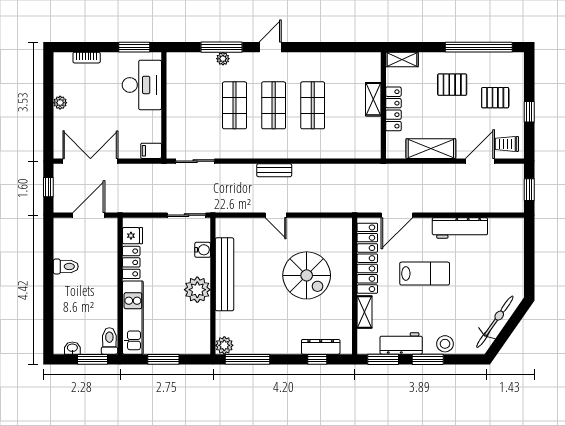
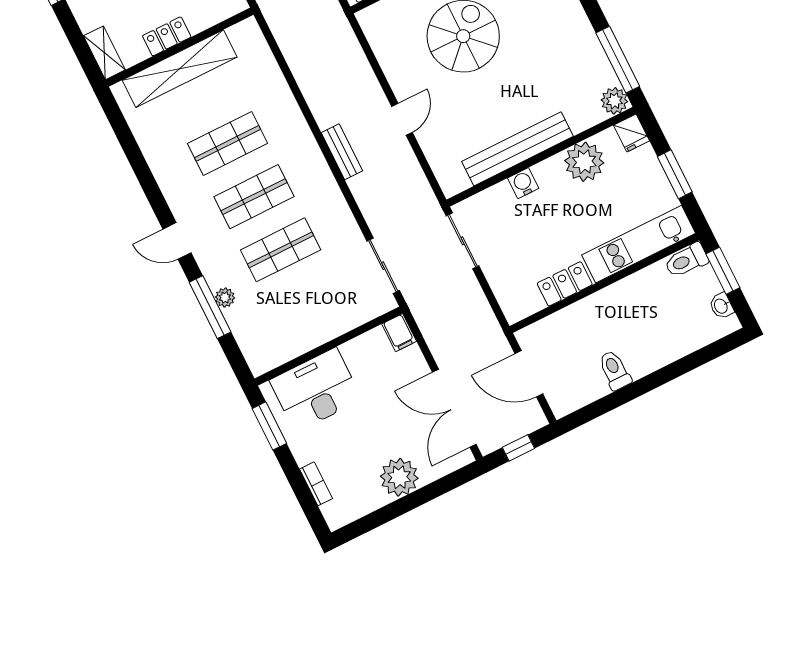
shelving: (373, 99) -> (180, 69), width x2.20, depth x1.33
plant: (60, 103) -> (399, 477), width x1.87, depth x1.87
locker: (393, 109) -> (167, 36), width x0.66
fridge: (133, 236) -> (631, 133), moved, turned 180
water cooler: (203, 250) -> (523, 183), moved
plant: (197, 290) -> (584, 162), moved

